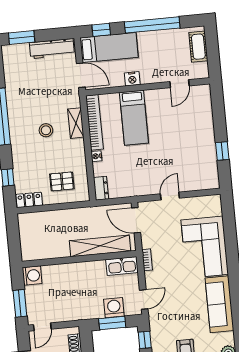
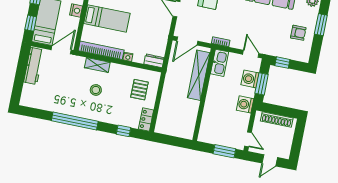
window: (22, 38) -> (18, 87), removed
washing machine: (32, 276) -> (245, 104), moved, turned -90

